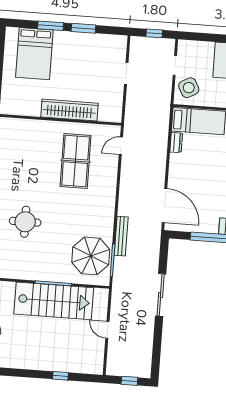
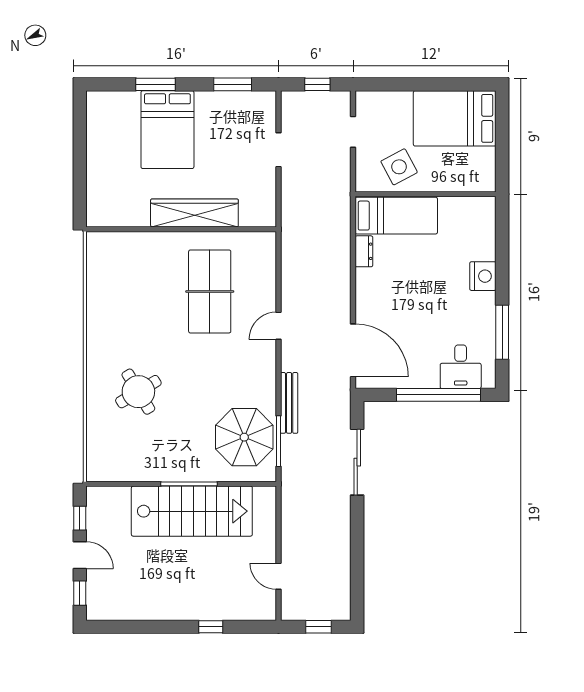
window: (83, 28) -> (233, 84), moved
bed: (34, 54) -> (167, 130), moved
side table: (189, 88) -> (399, 167), moved
door: (121, 146) -> (278, 326), moved
round table: (25, 222) -> (138, 392), turned -31
sliding door: (161, 295) -> (357, 462), moved
door: (107, 330) -> (278, 576), moved

